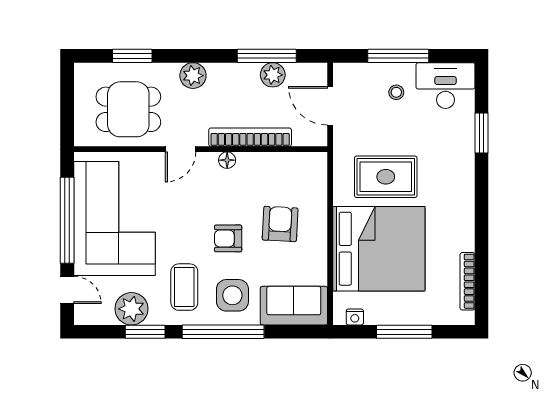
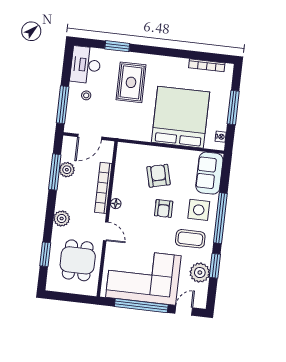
window: (398, 56) -> (63, 105), moved
rug: (386, 177) -> (131, 82), moved
armchair: (280, 224) -> (158, 176), turned 73

